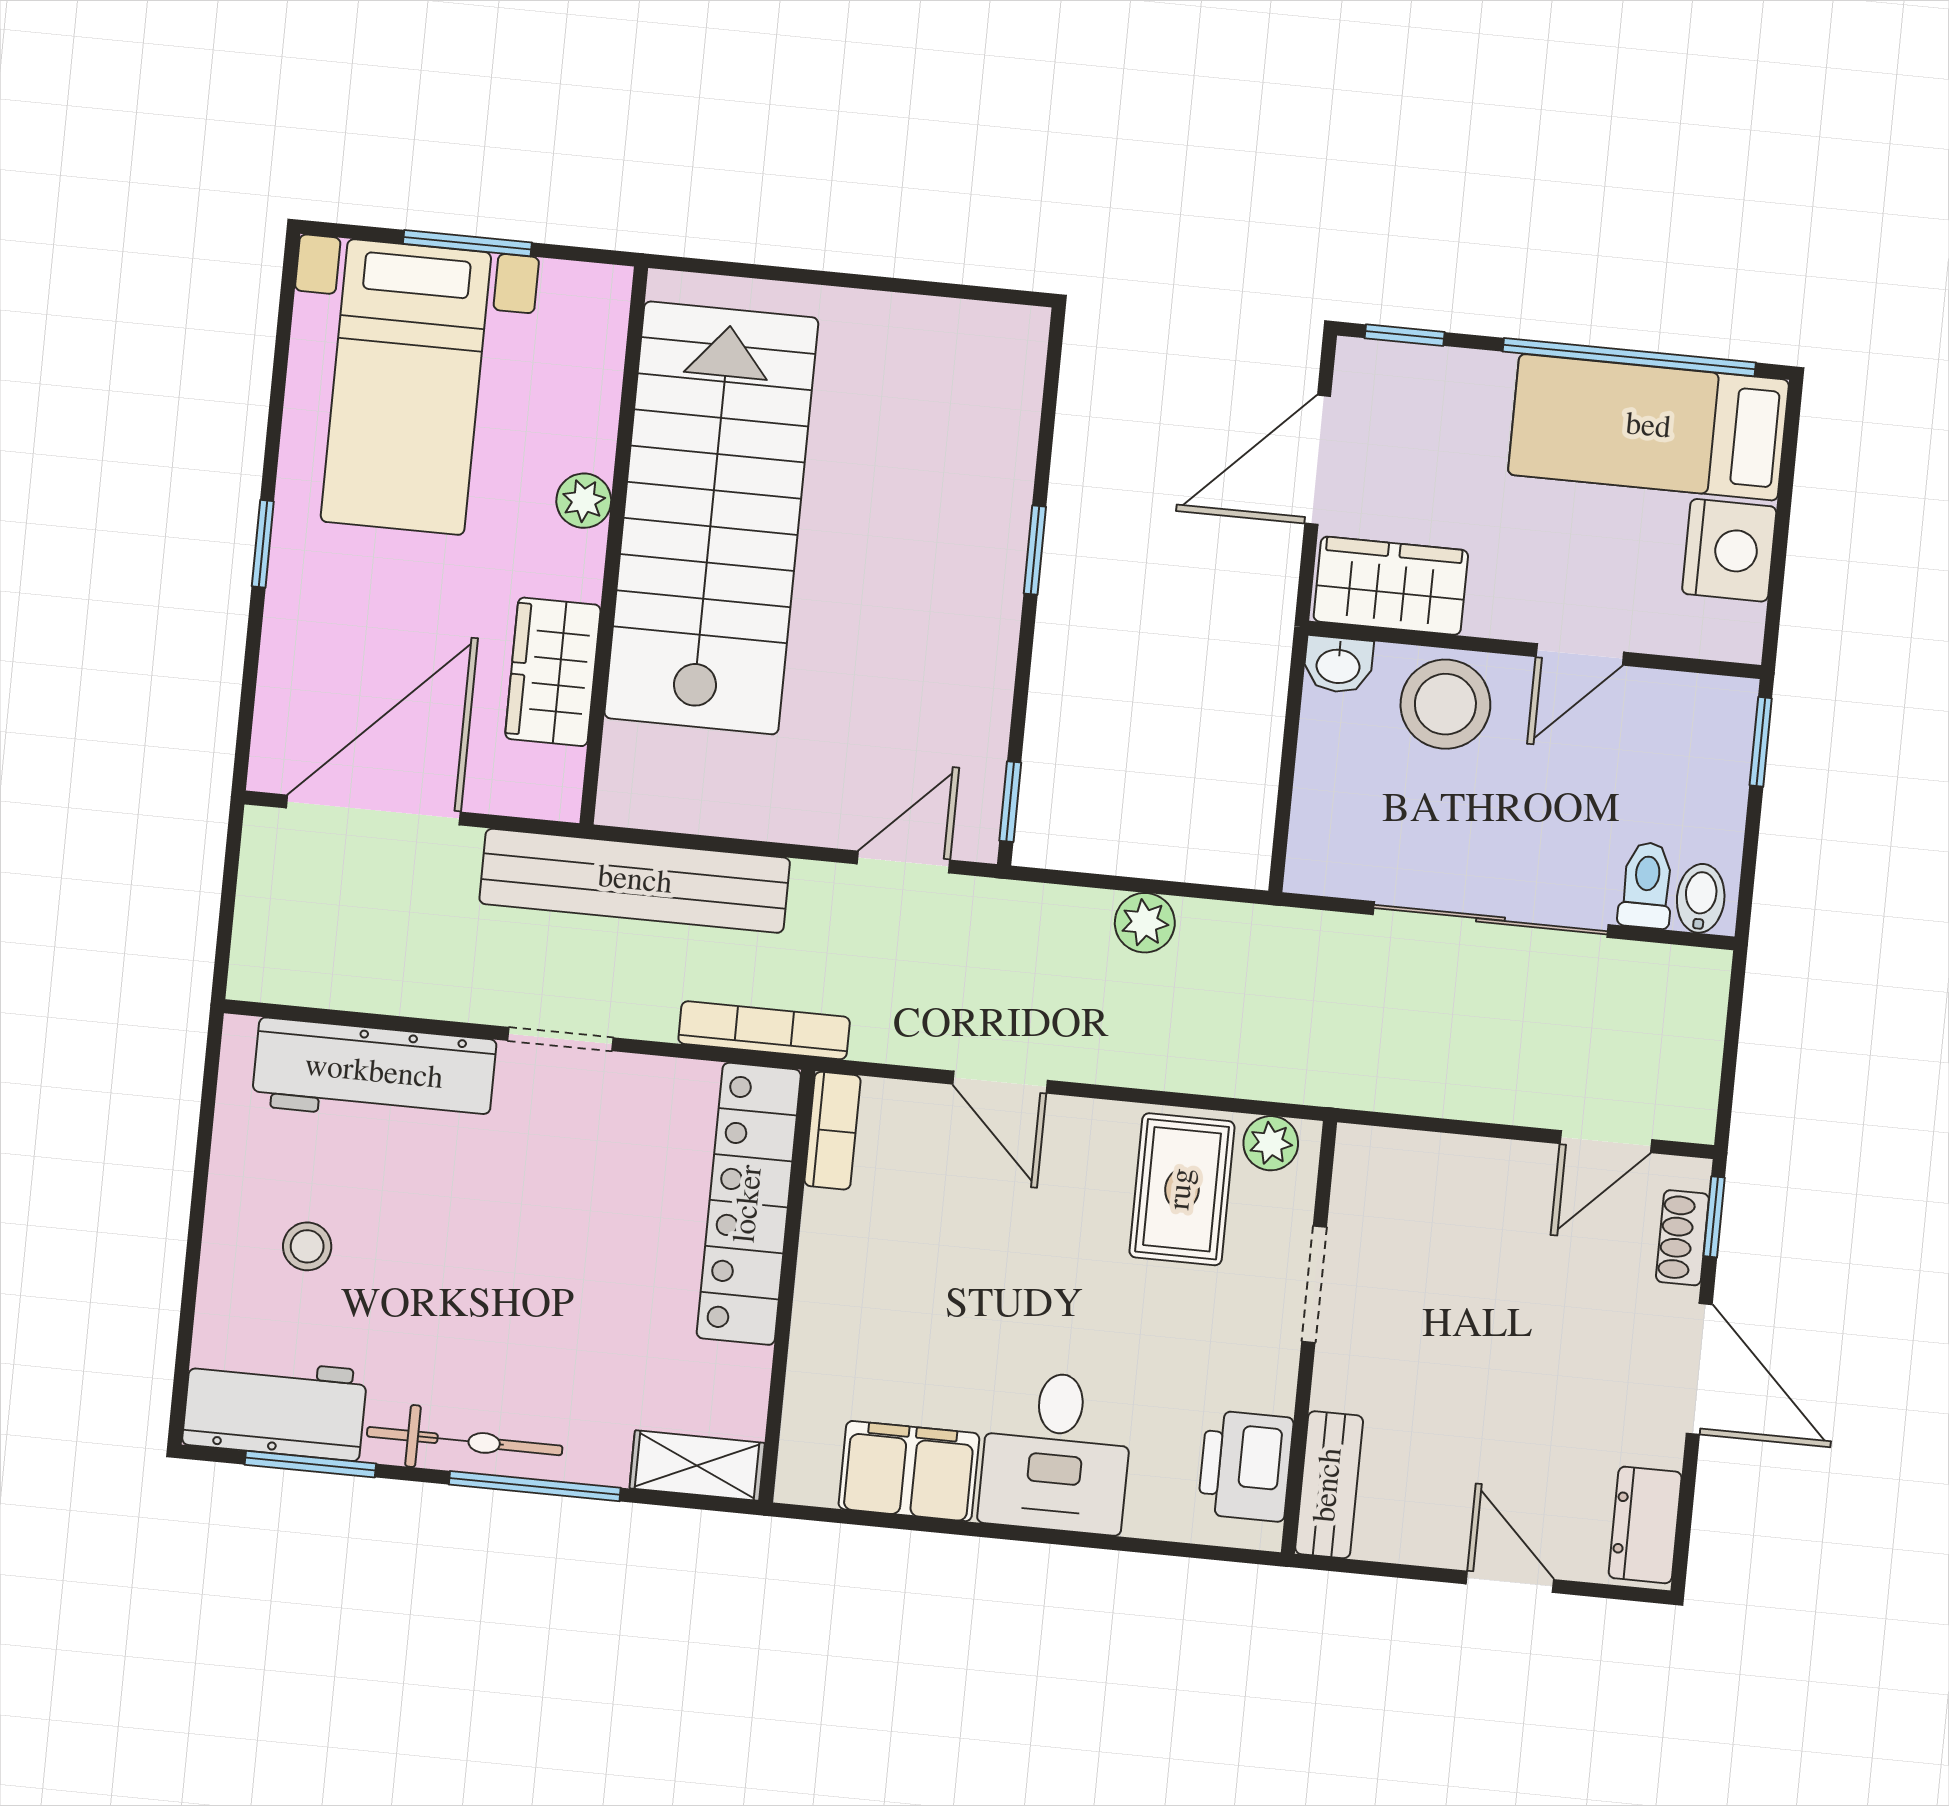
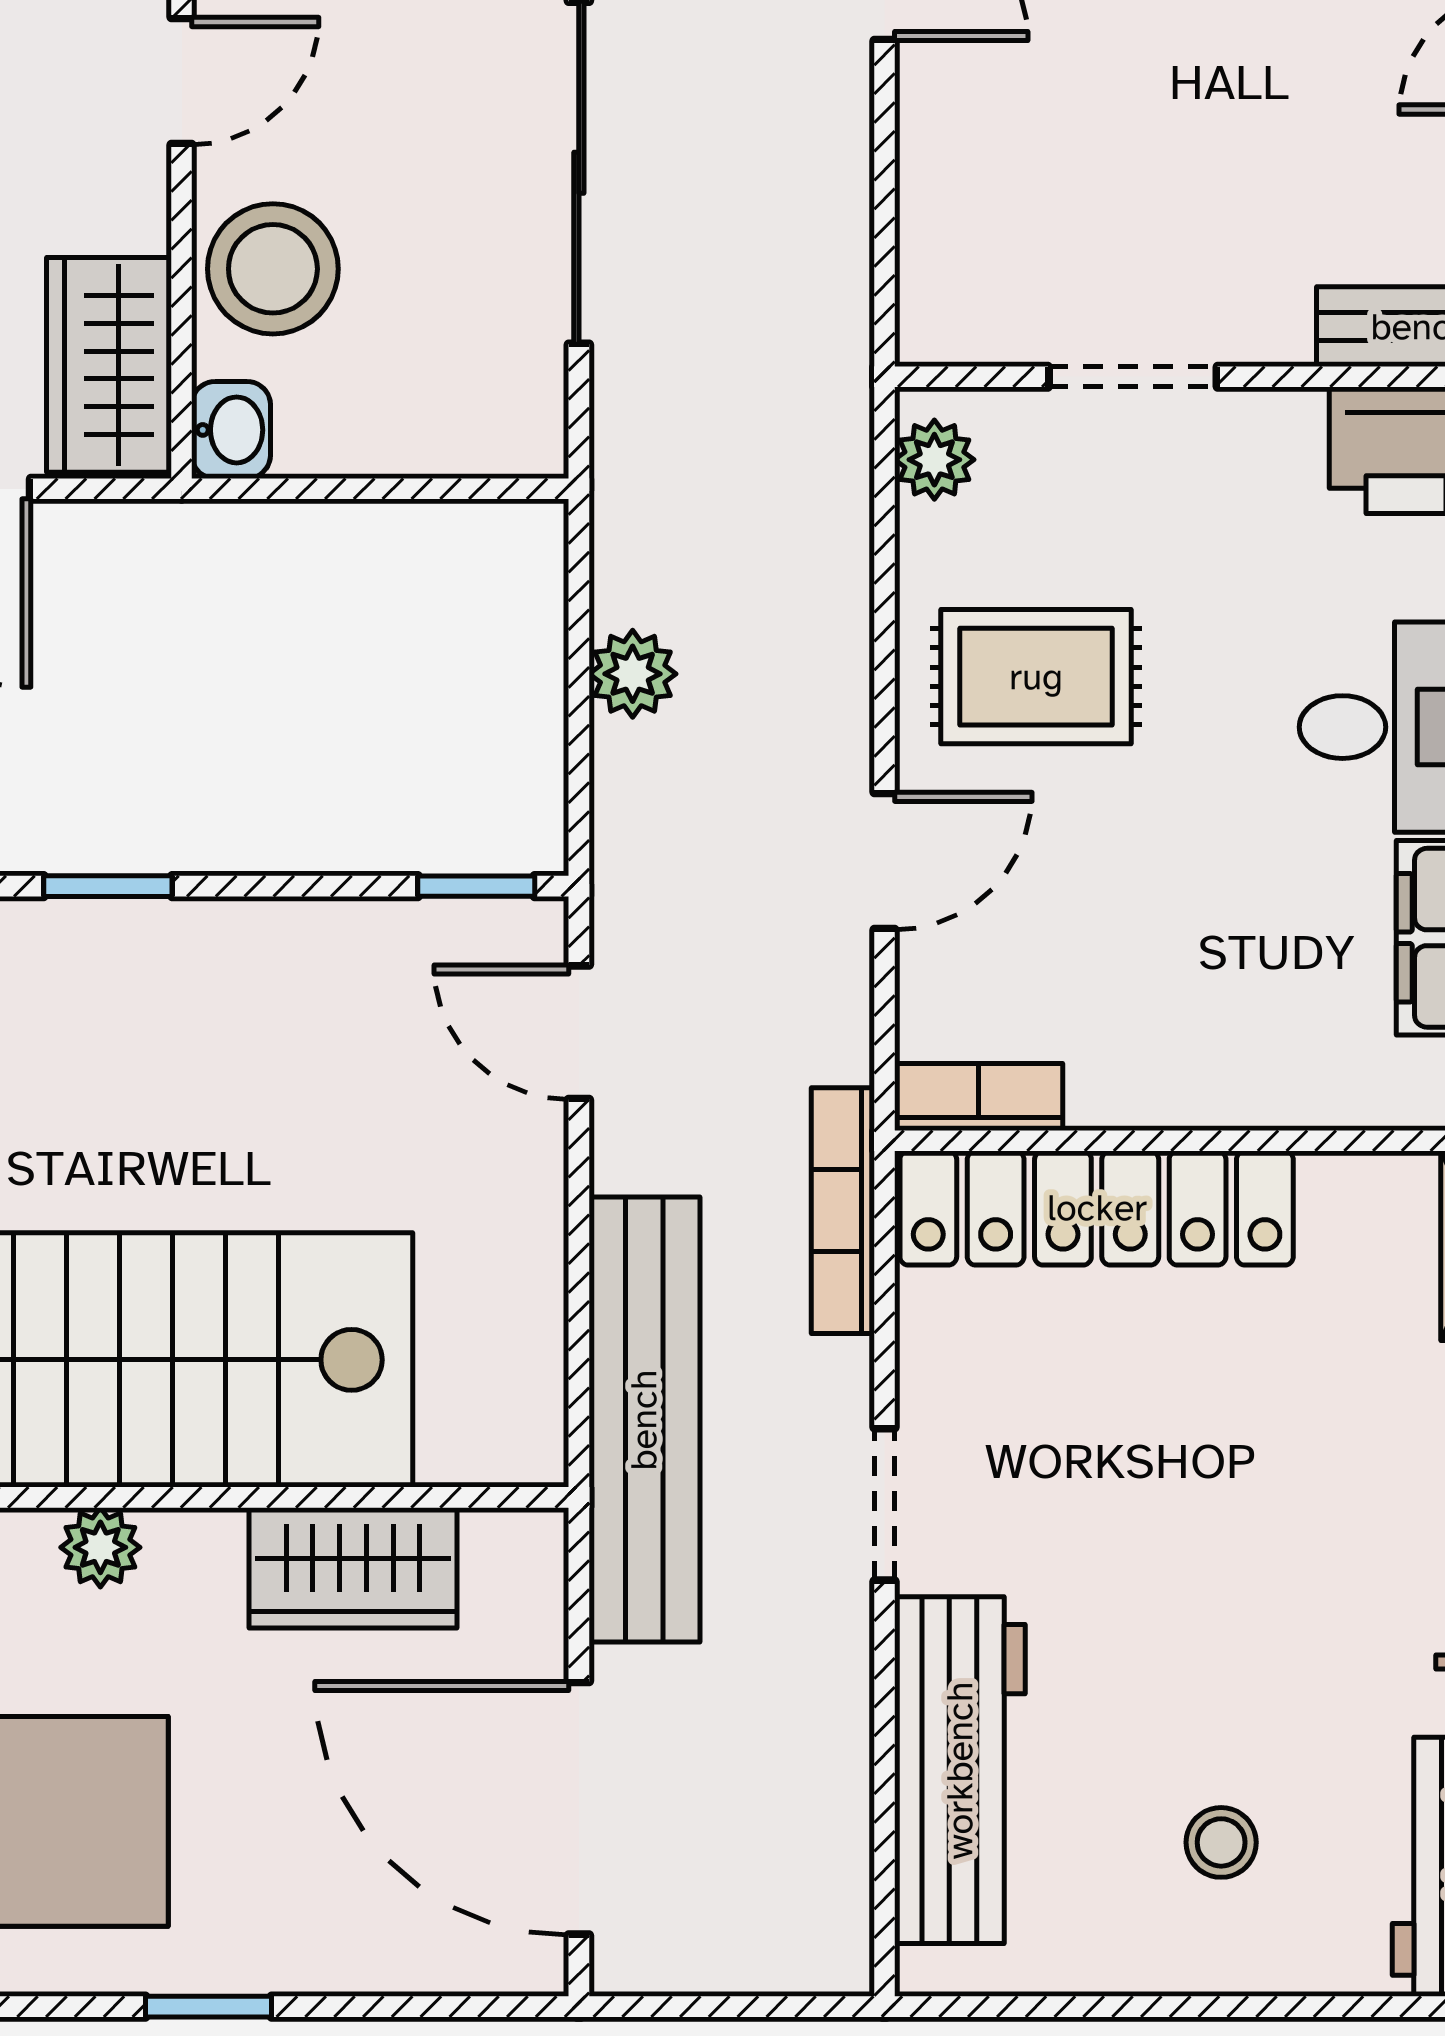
door: (1580, 654) -> (182, 81), hinge flipped
rug: (1182, 1189) -> (1036, 677), moved

